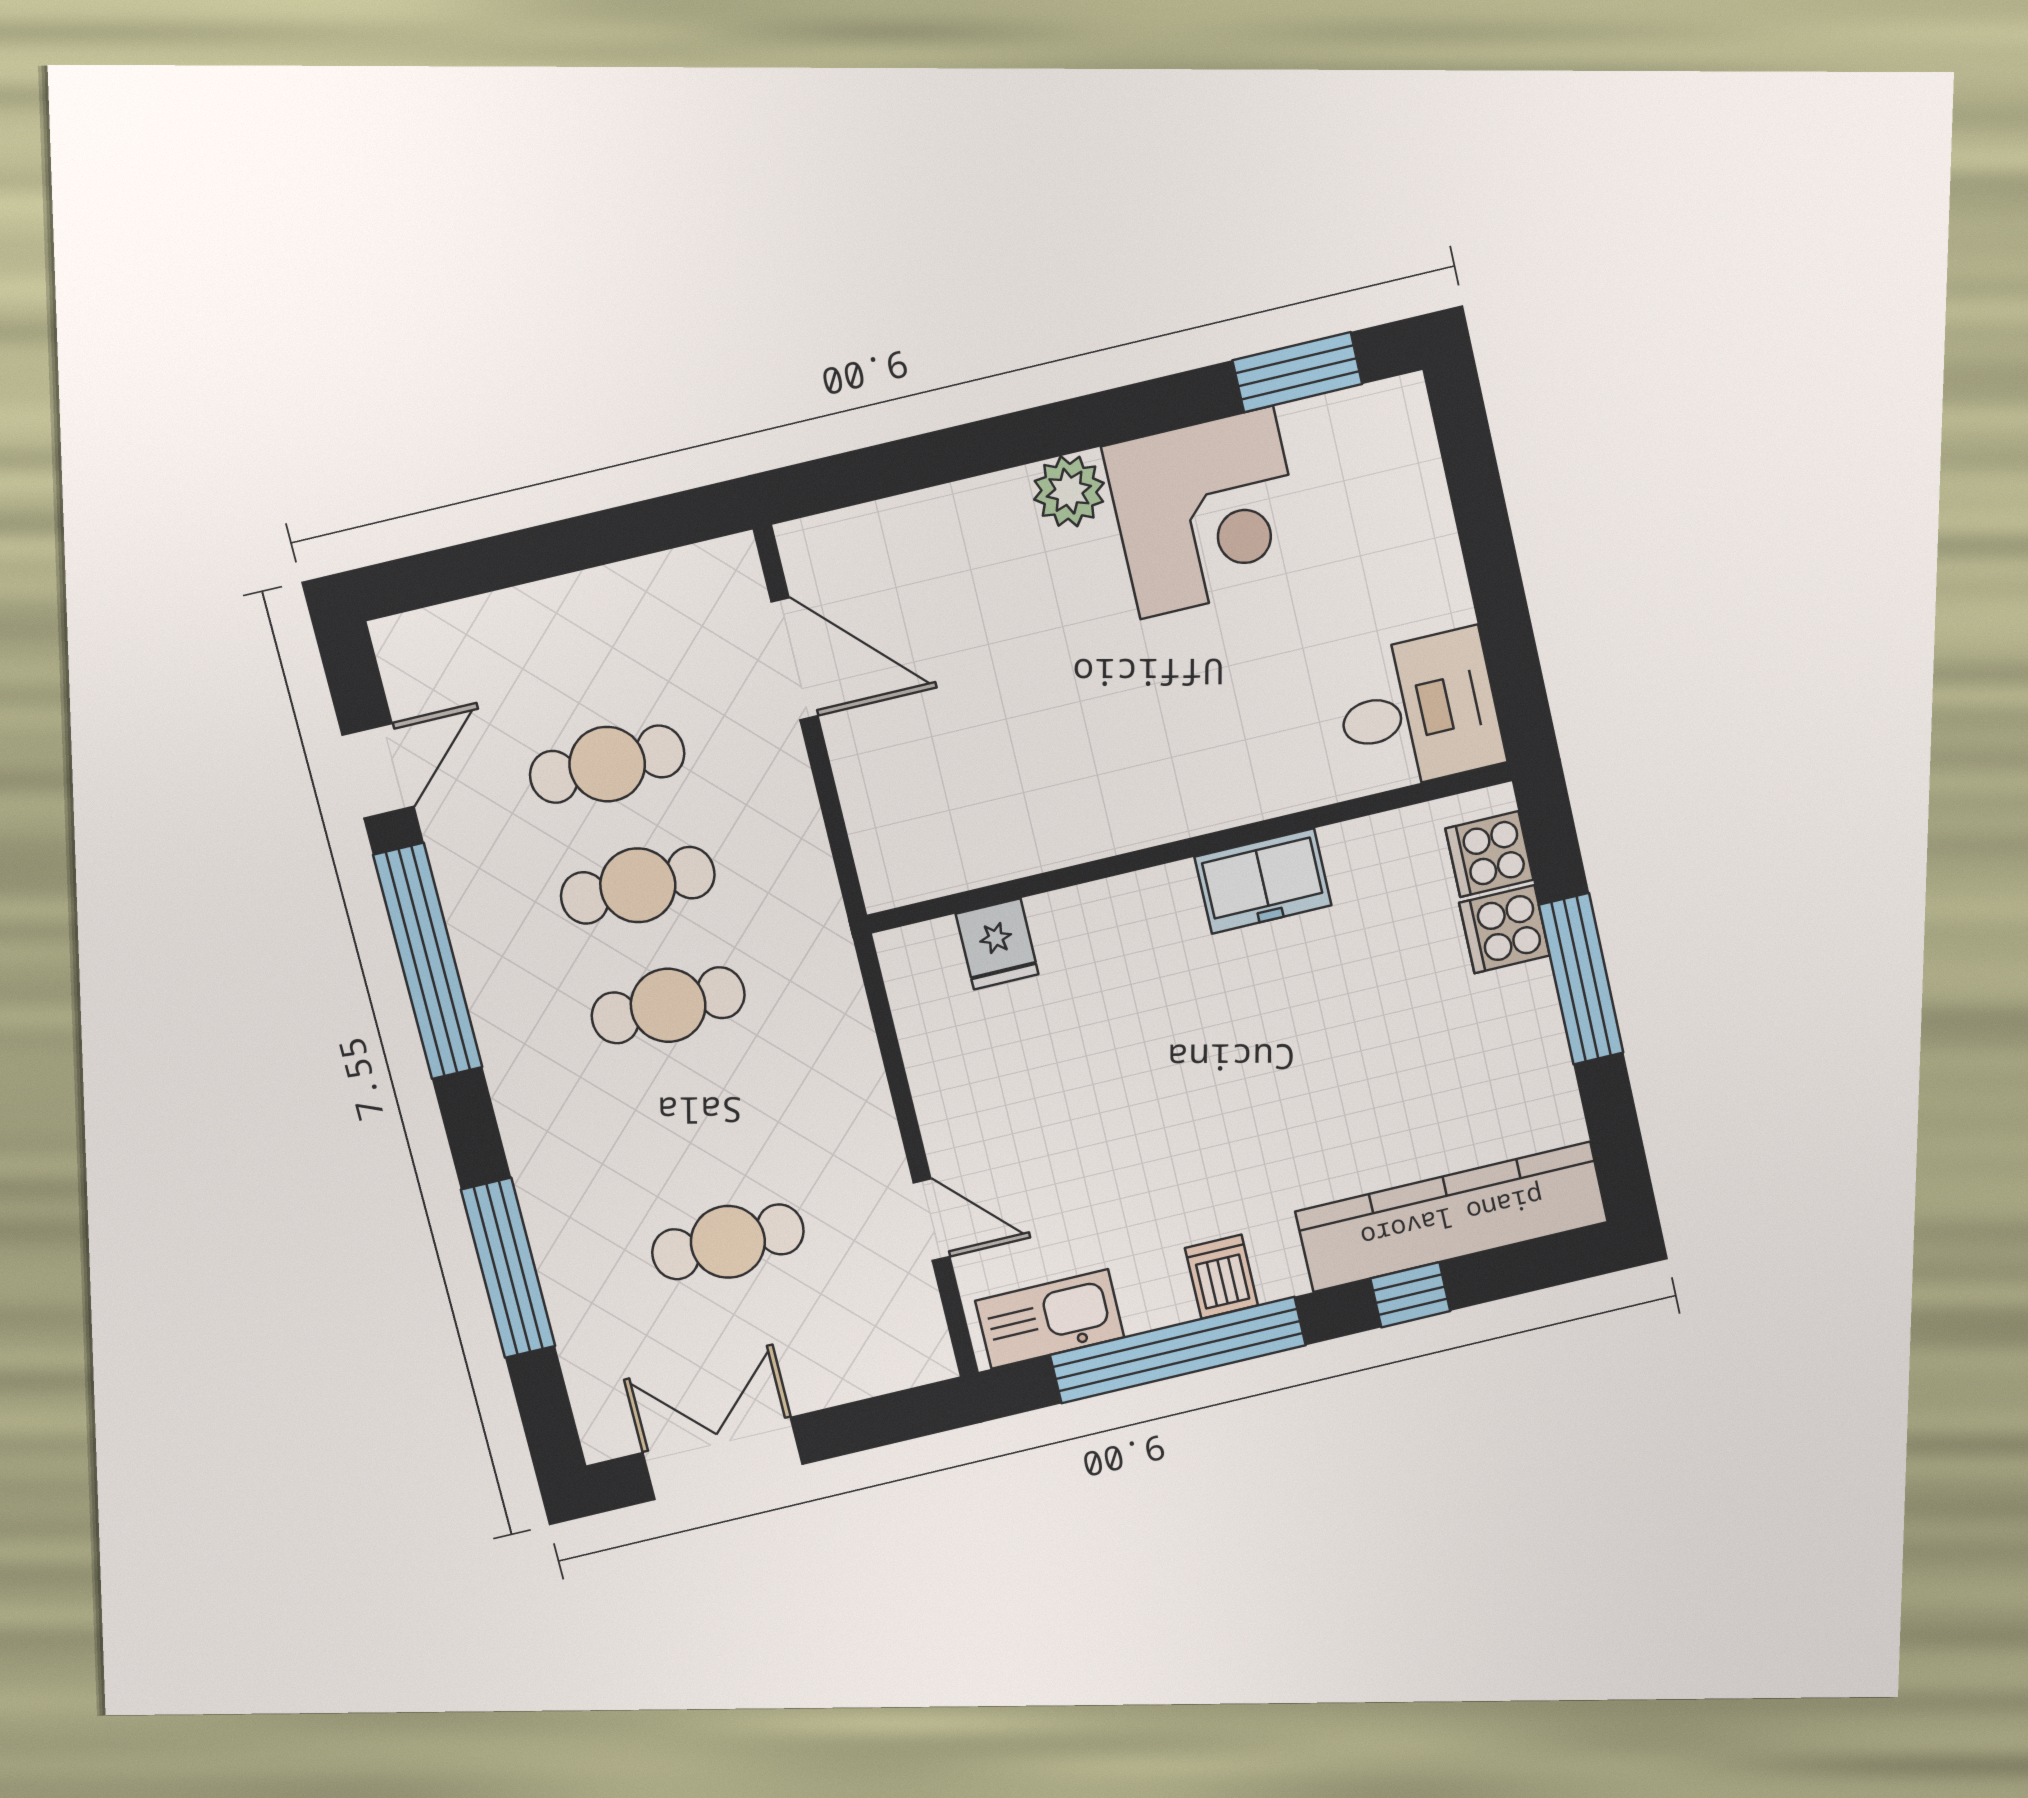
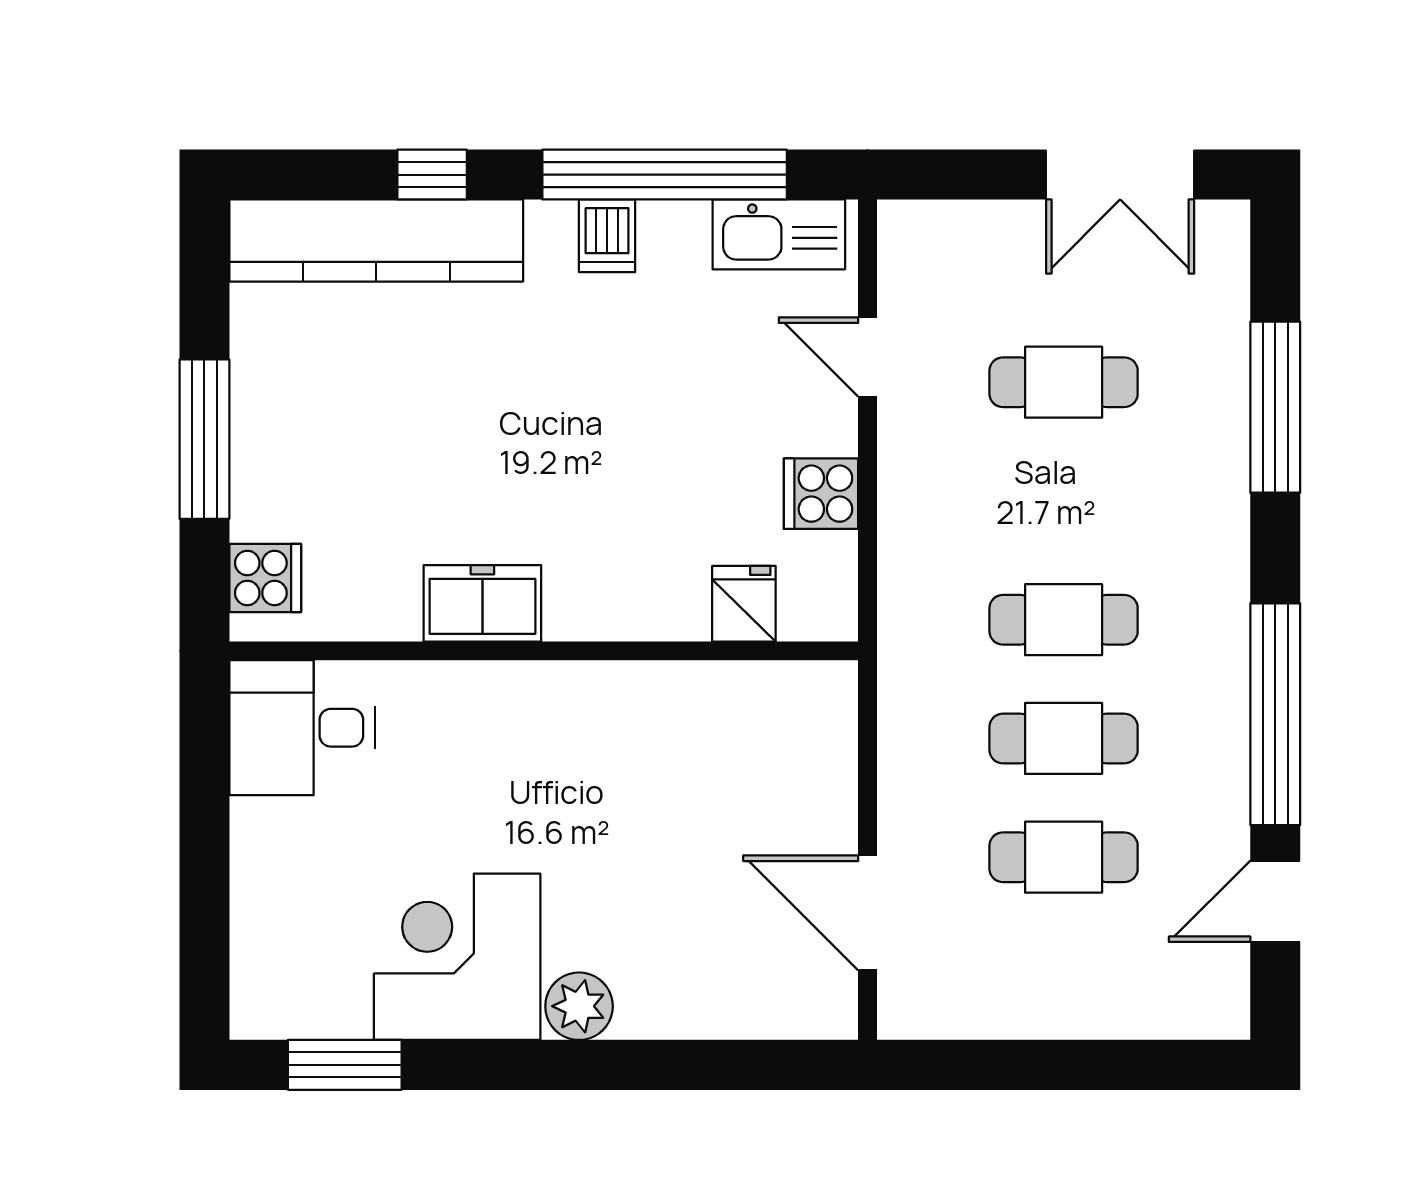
cooker: (1504, 929) -> (821, 494), moved, turned 180

